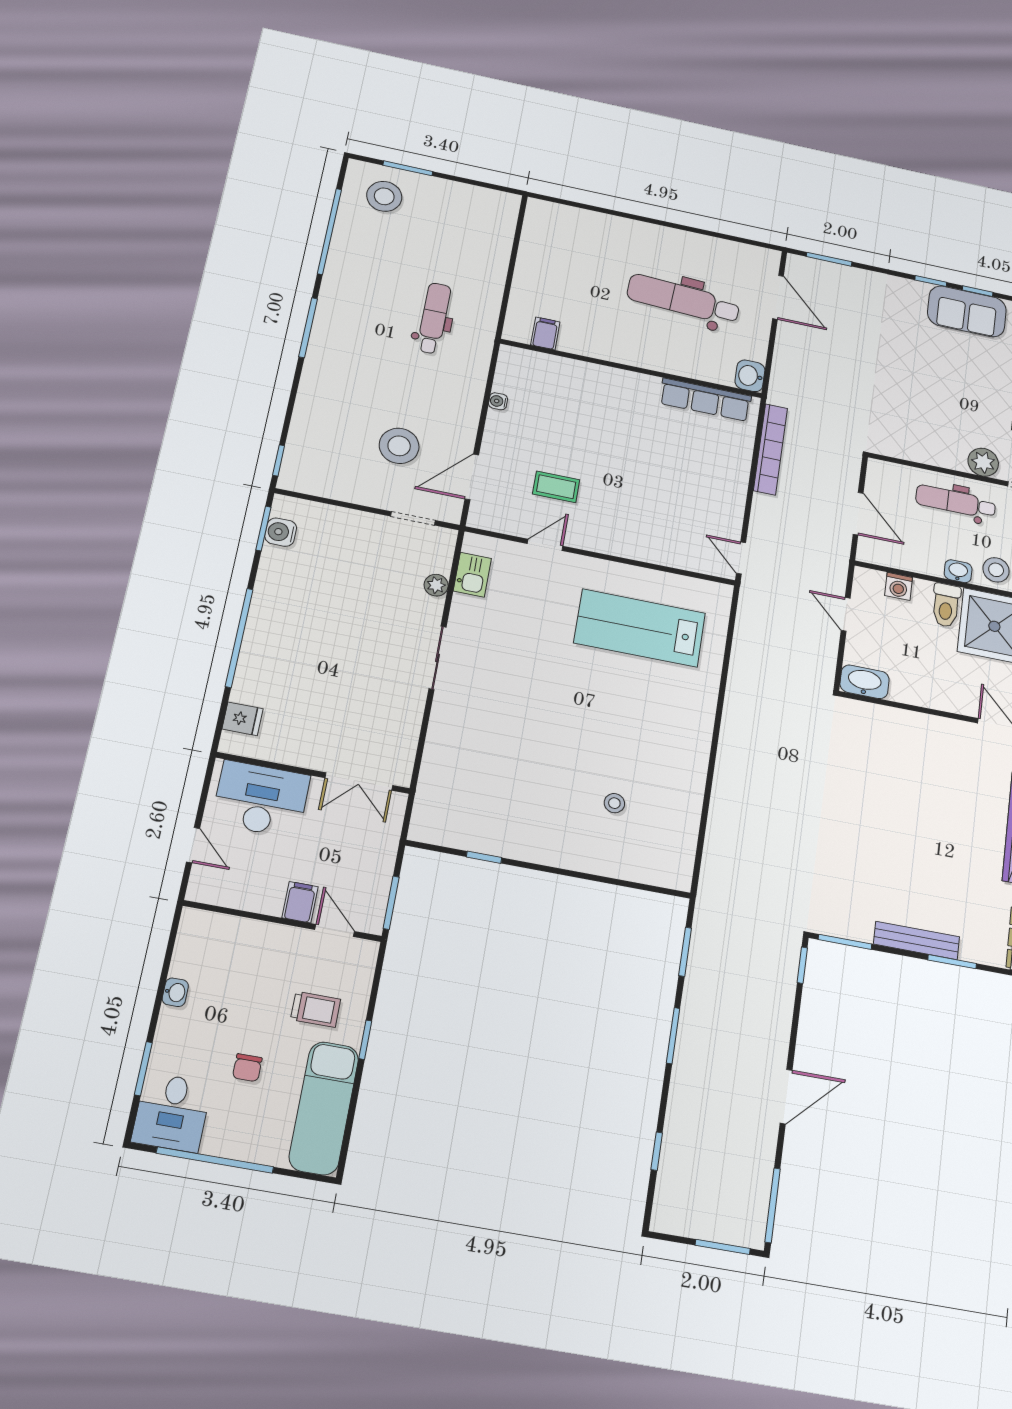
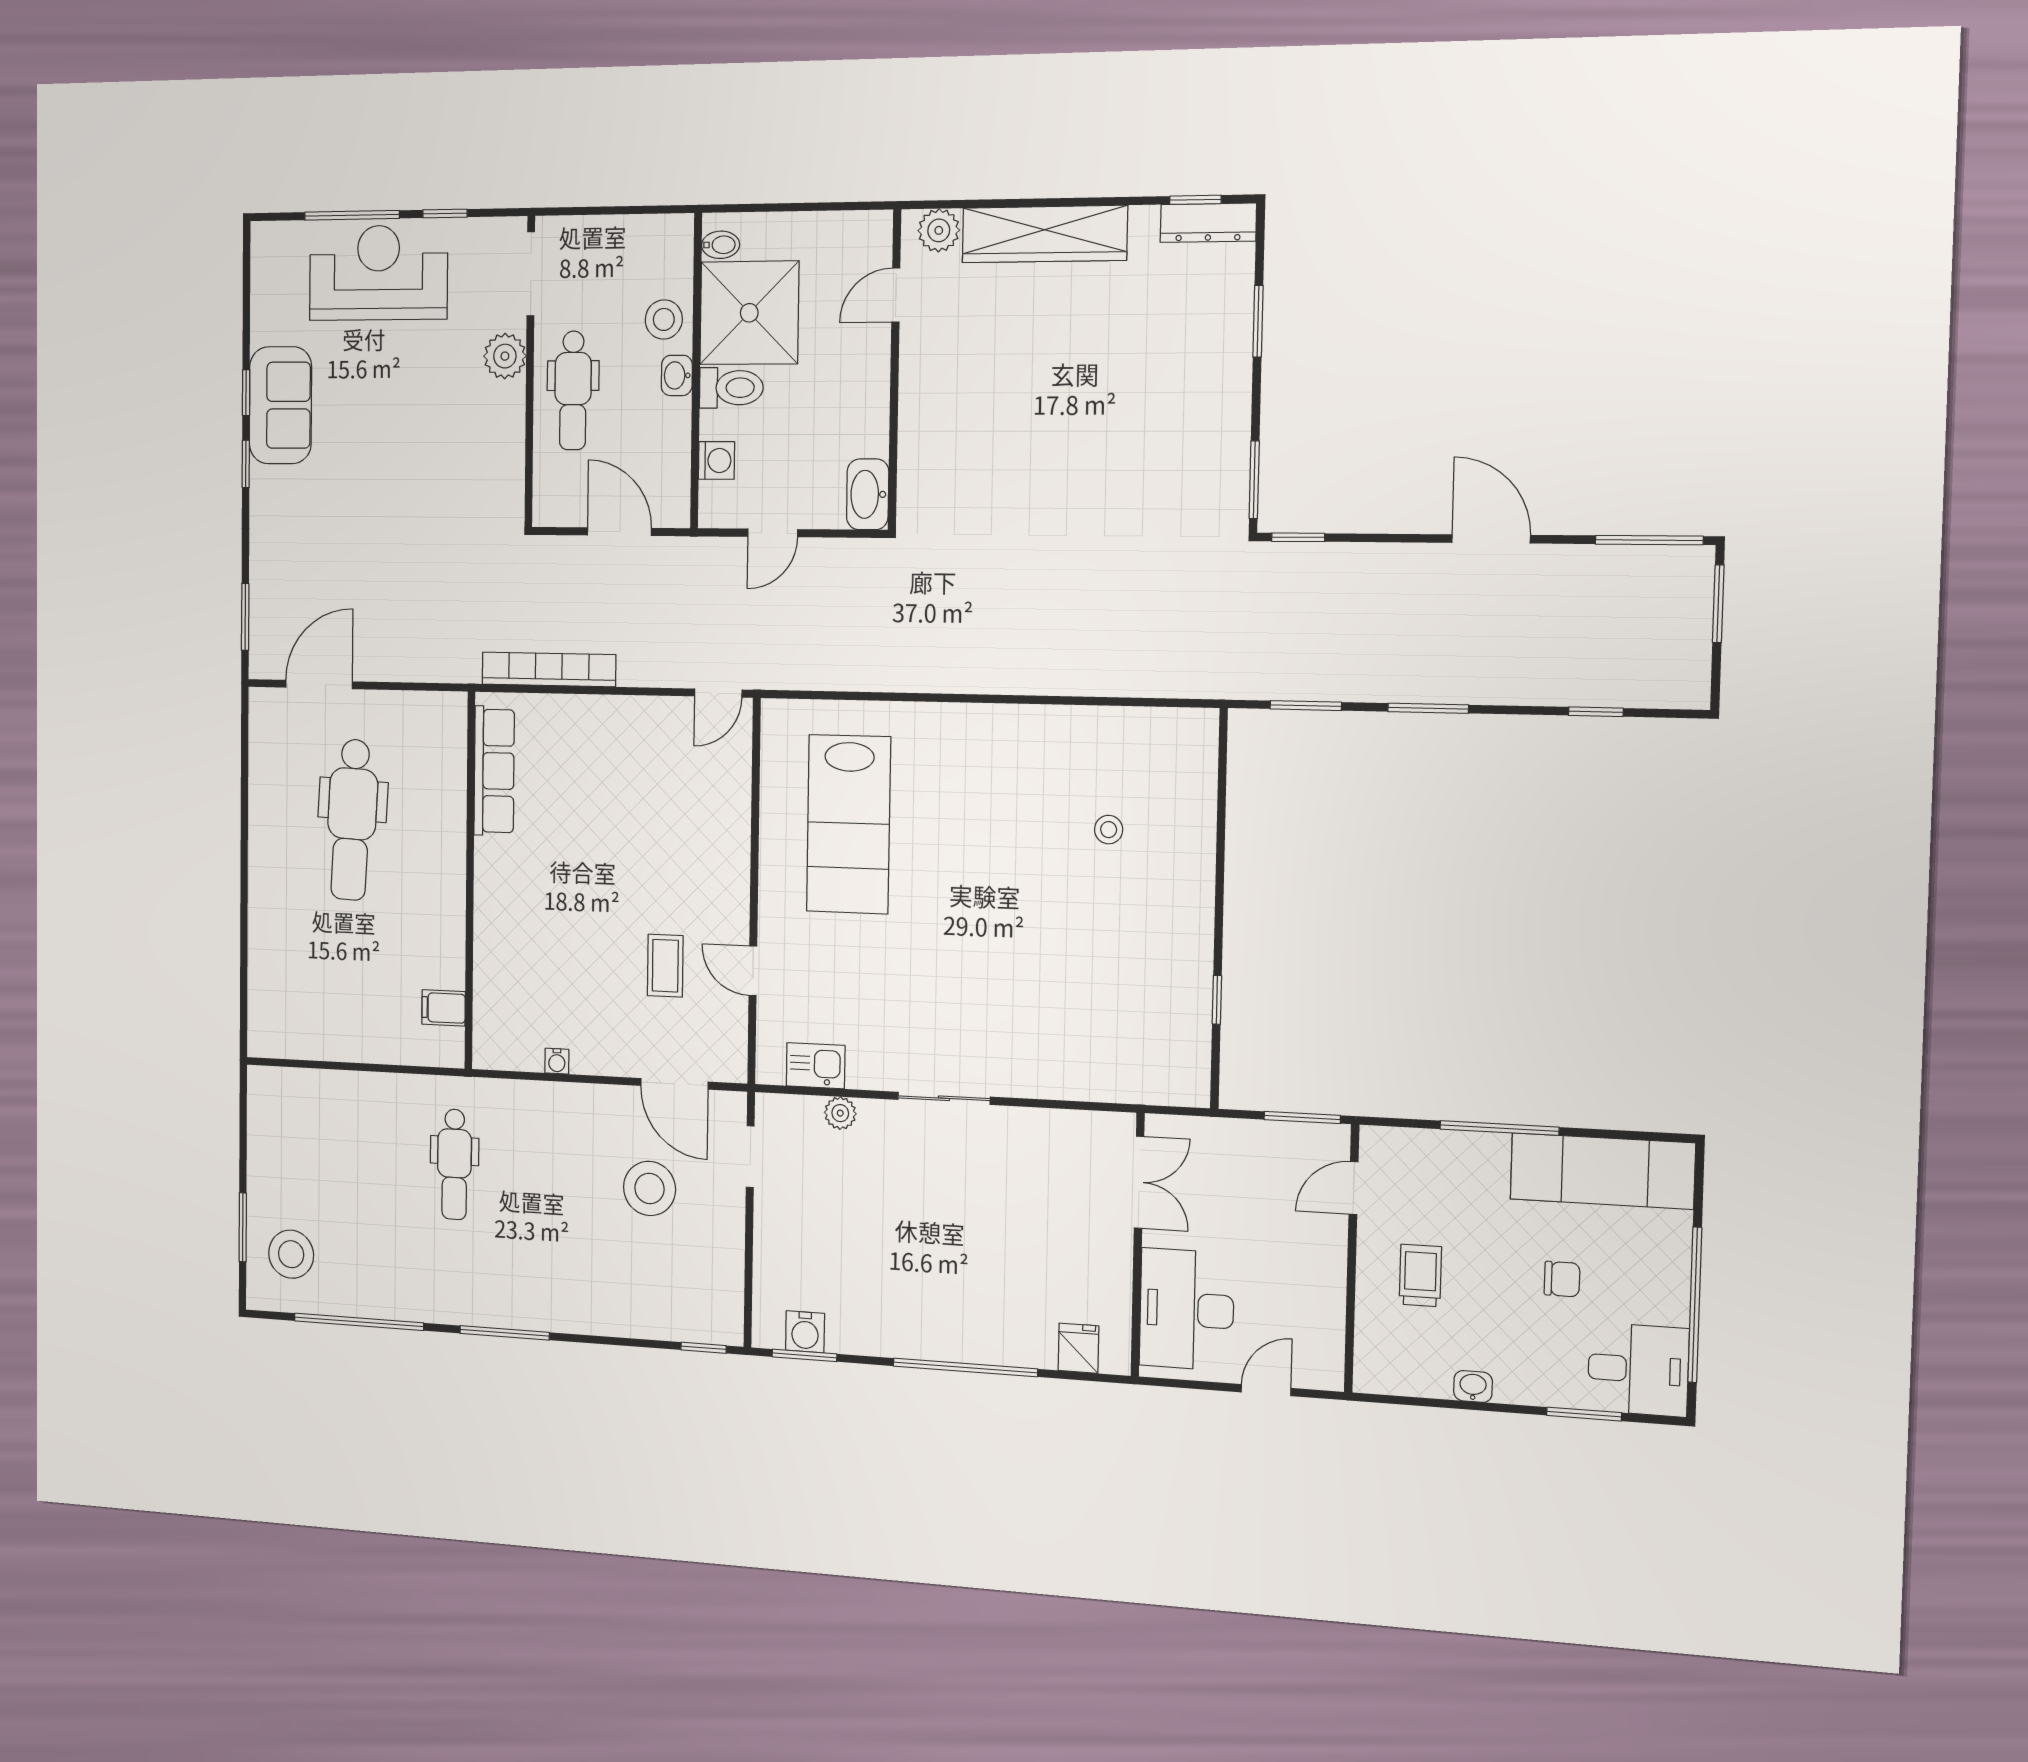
dental chair: (434, 318) -> (454, 1164), turned -90
washbasin: (750, 376) -> (445, 711), removed
door: (858, 514) -> (619, 532), hinge flipped
filing cabinet: (300, 902) -> (1322, 1239), removed
bench: (917, 940) -> (1235, 376), removed
trolley: (316, 1009) -> (1420, 1275), moved
window: (365, 1040) -> (1499, 1128), width x2.17

